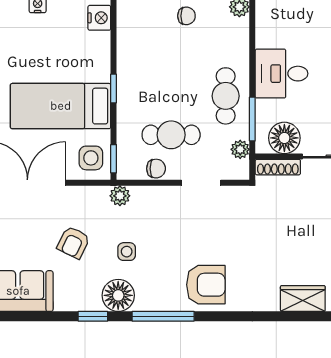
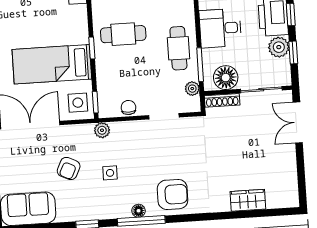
cafe table: (171, 135) -> (123, 34), moved
chair: (156, 169) -> (128, 108), turned -90
floor lamp: (118, 295) -> (139, 211), moved, width x0.53, depth x0.53

